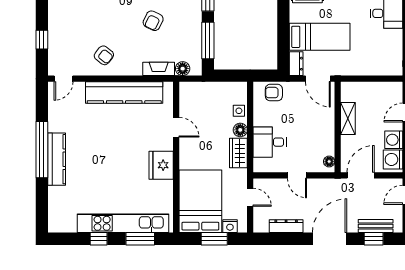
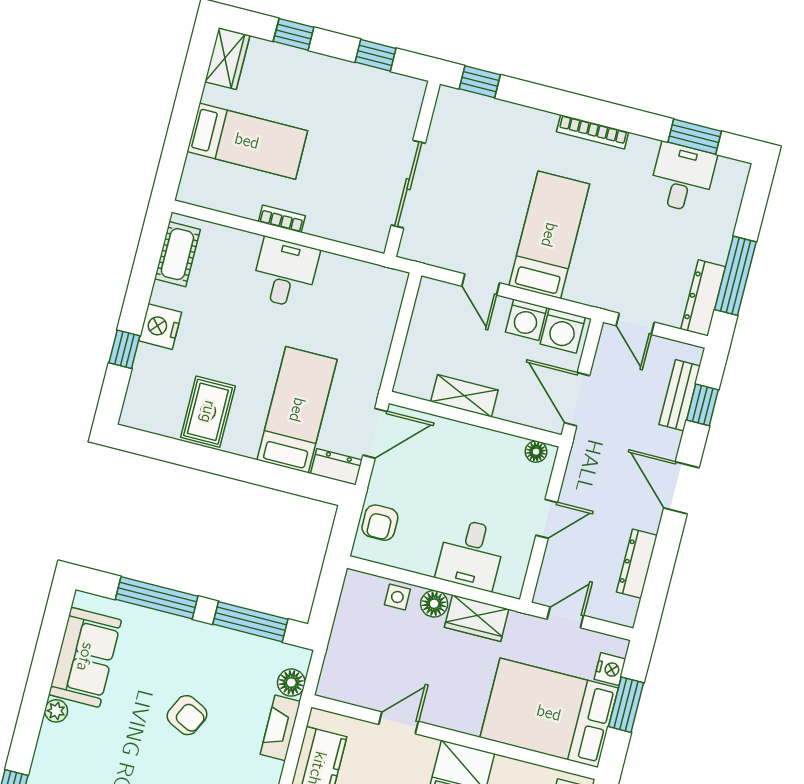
door: (330, 239) -> (681, 488), width x0.73

